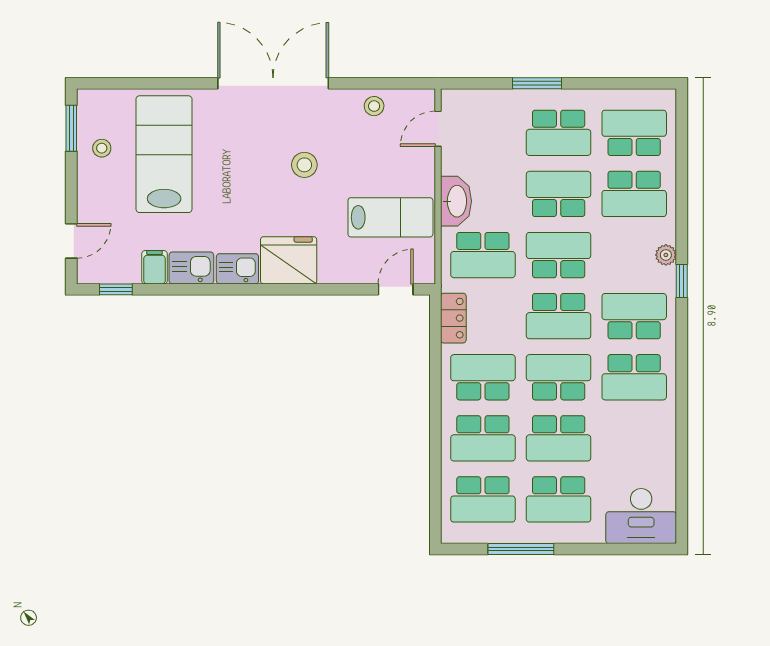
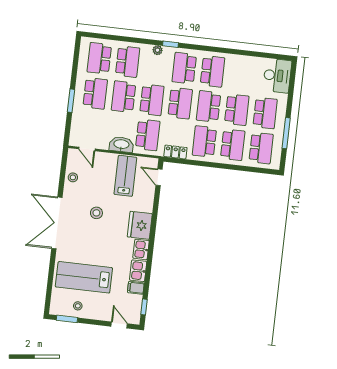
school desk: (559, 255) -> (152, 100), turned 180

